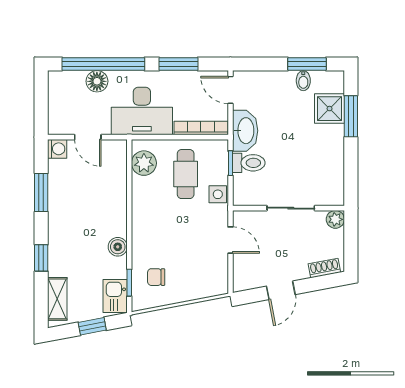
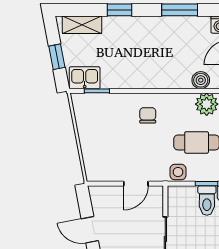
boiler: (118, 247) -> (201, 80), moved
chair: (156, 277) -> (148, 115), moved

